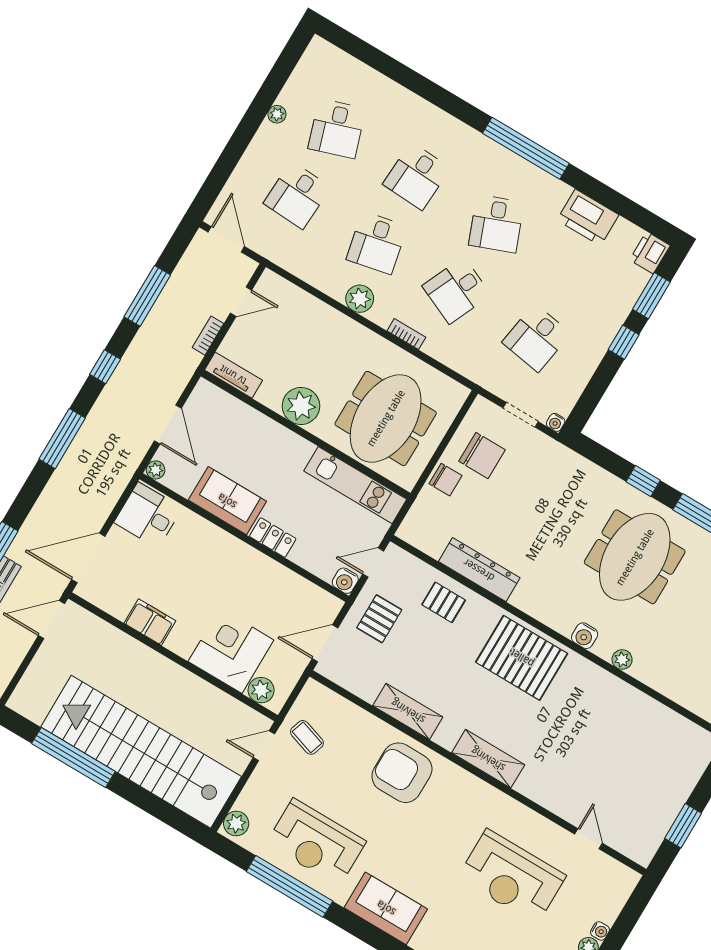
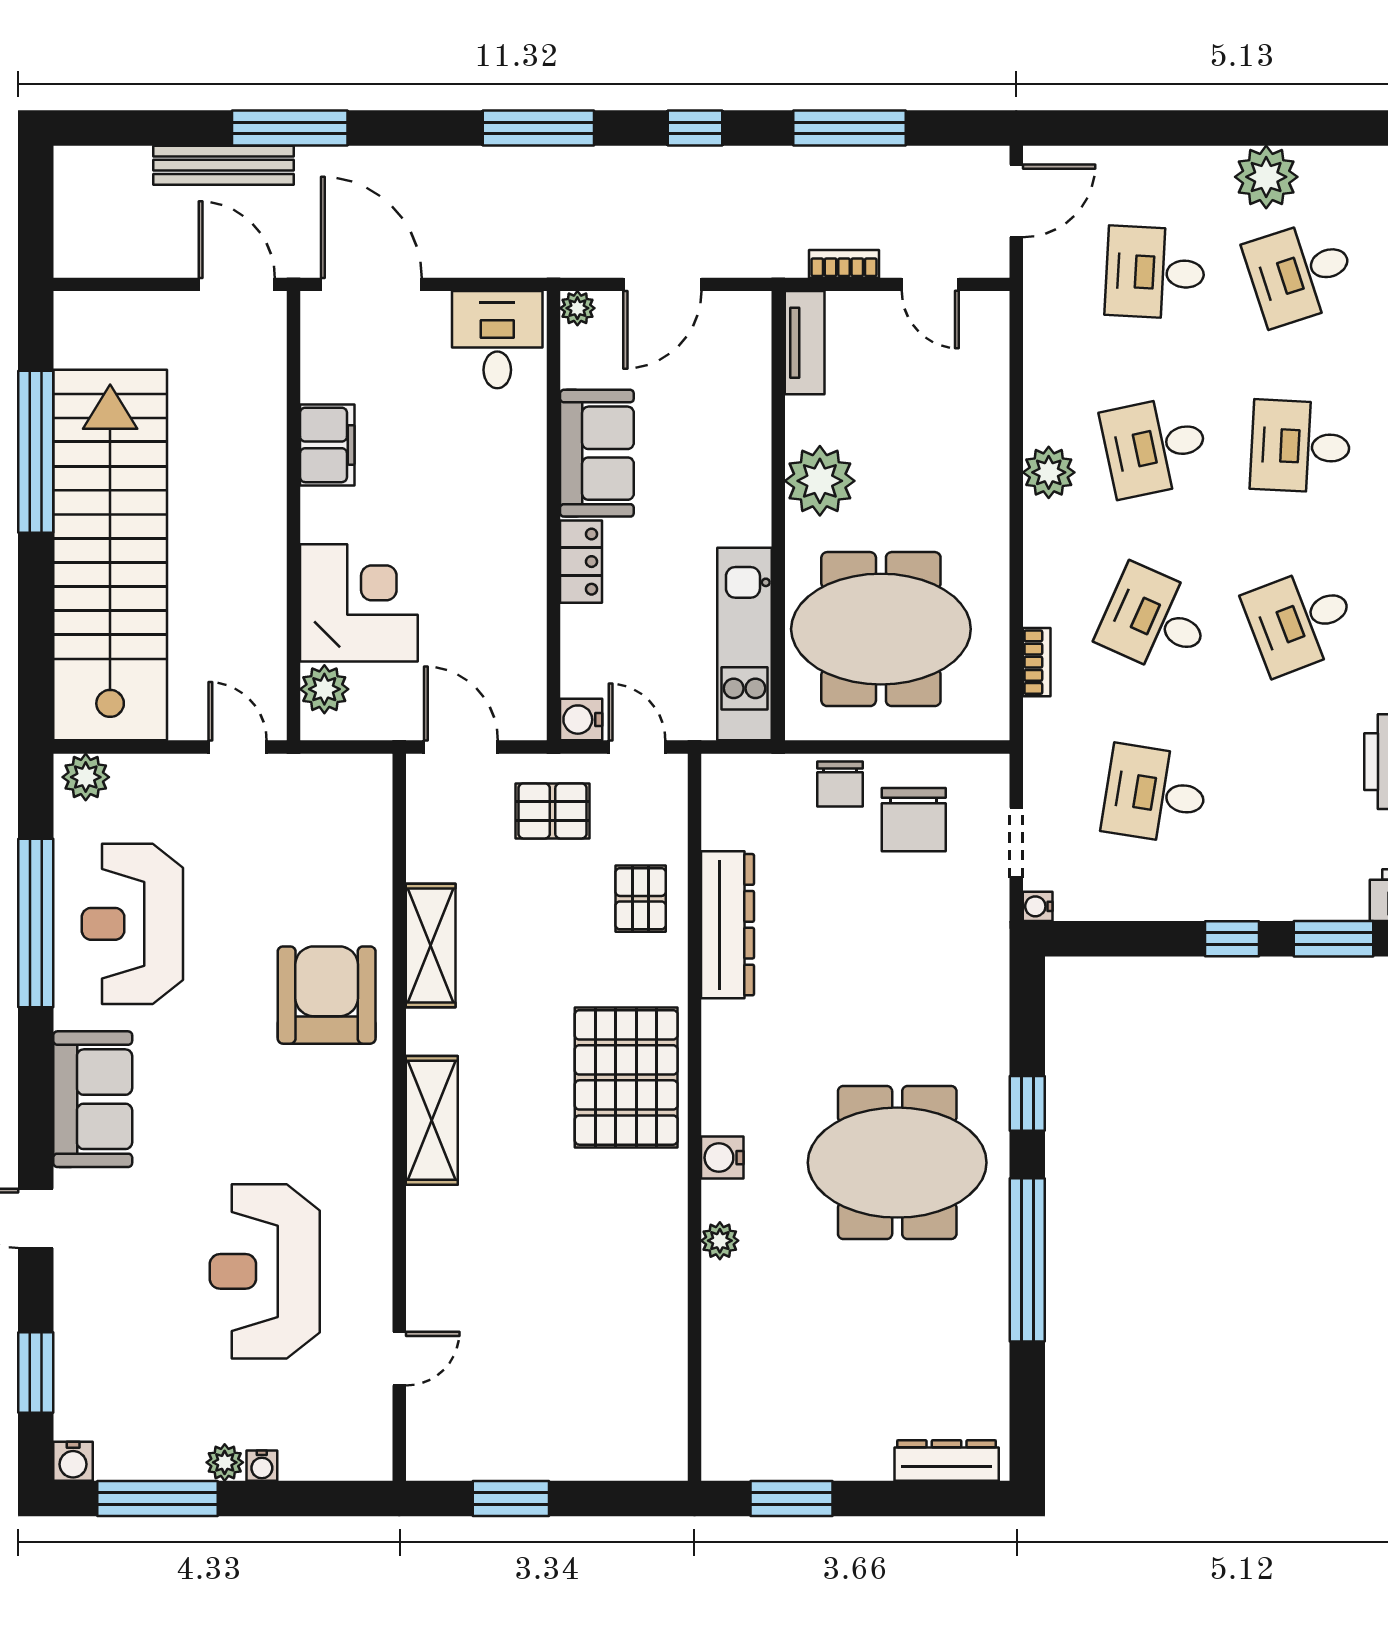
plant: (277, 114) -> (1266, 177), width x1.88, depth x1.88
bookcase: (406, 334) -> (1037, 662), moved
coffee table: (307, 737) -> (292, 808), removed

